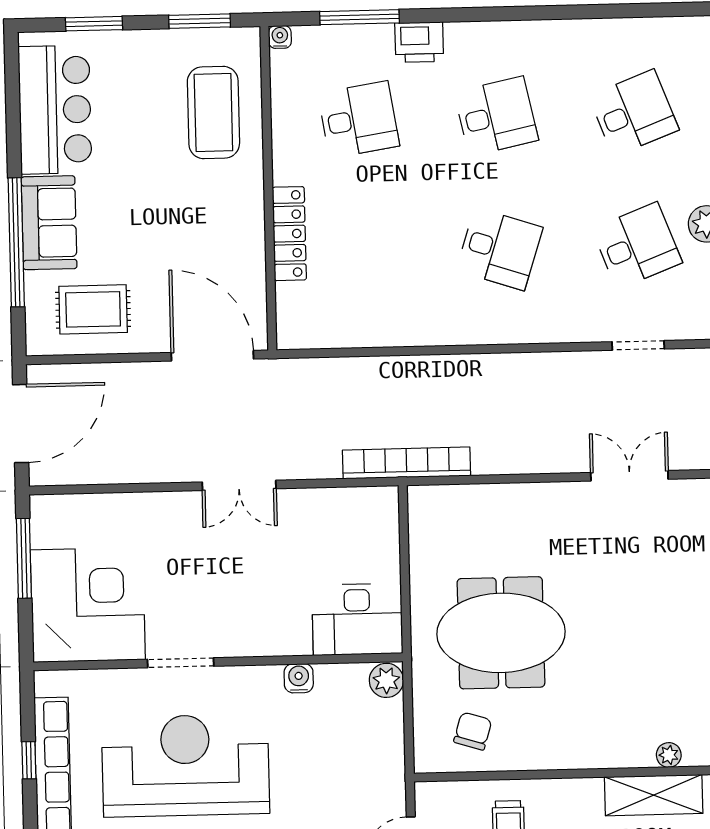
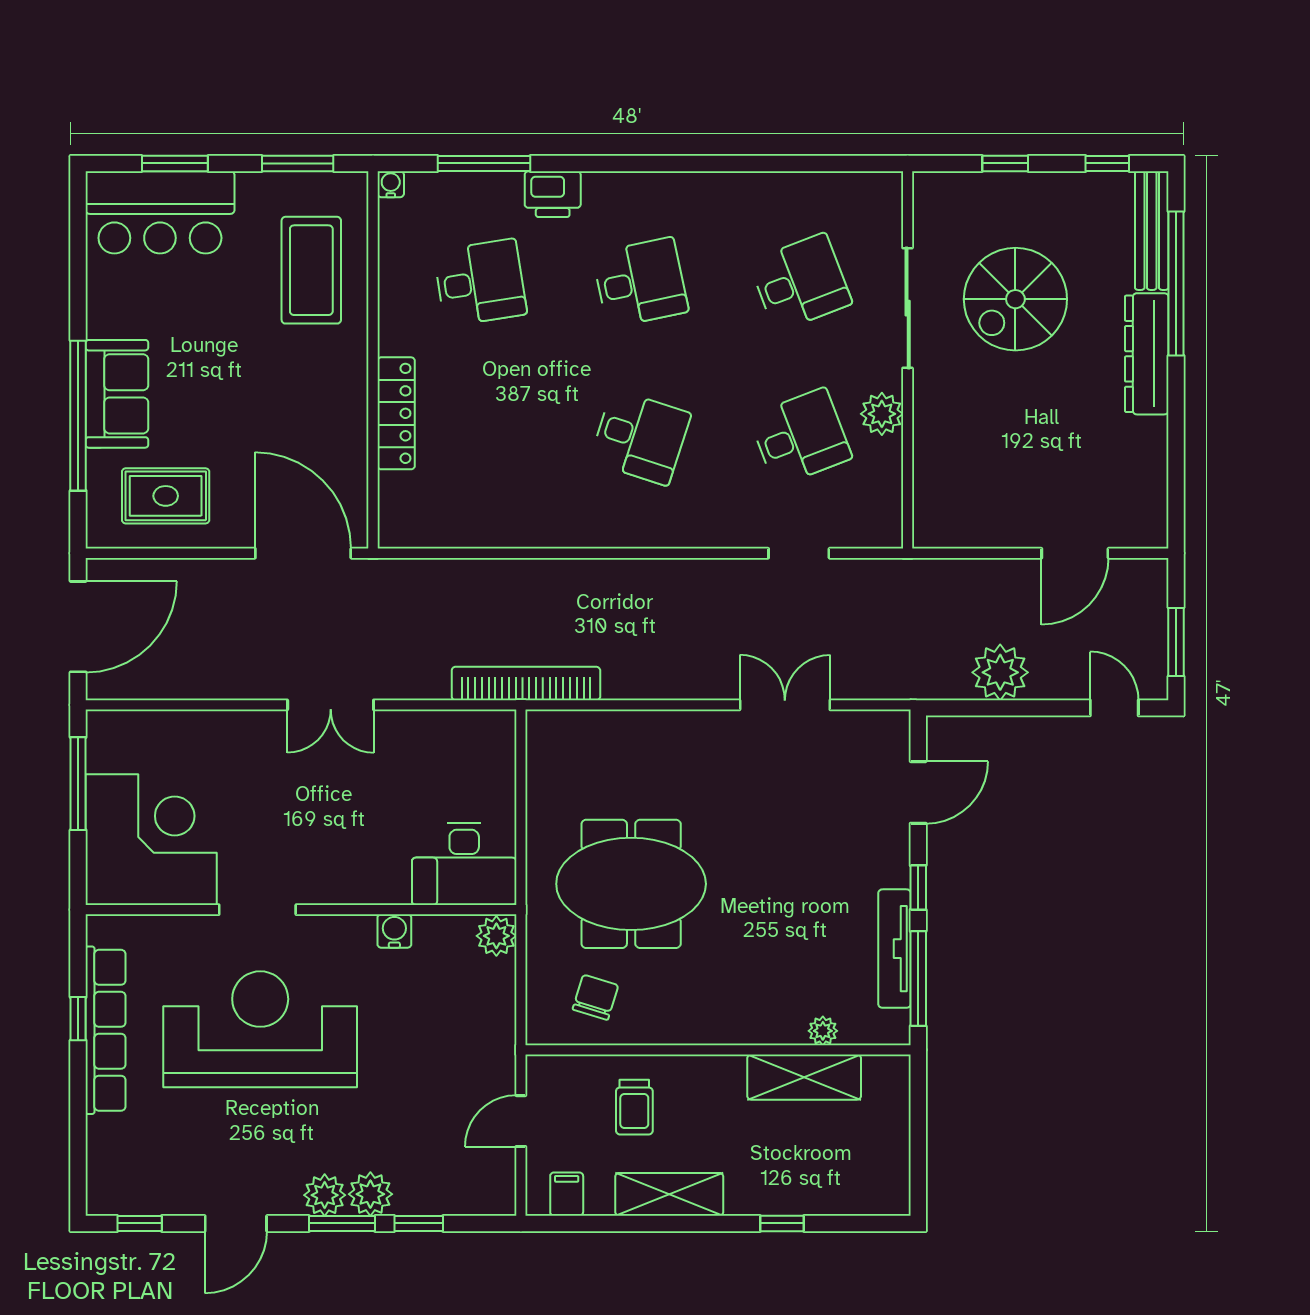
bar counter: (55, 110) -> (160, 212), moved, turned 90

